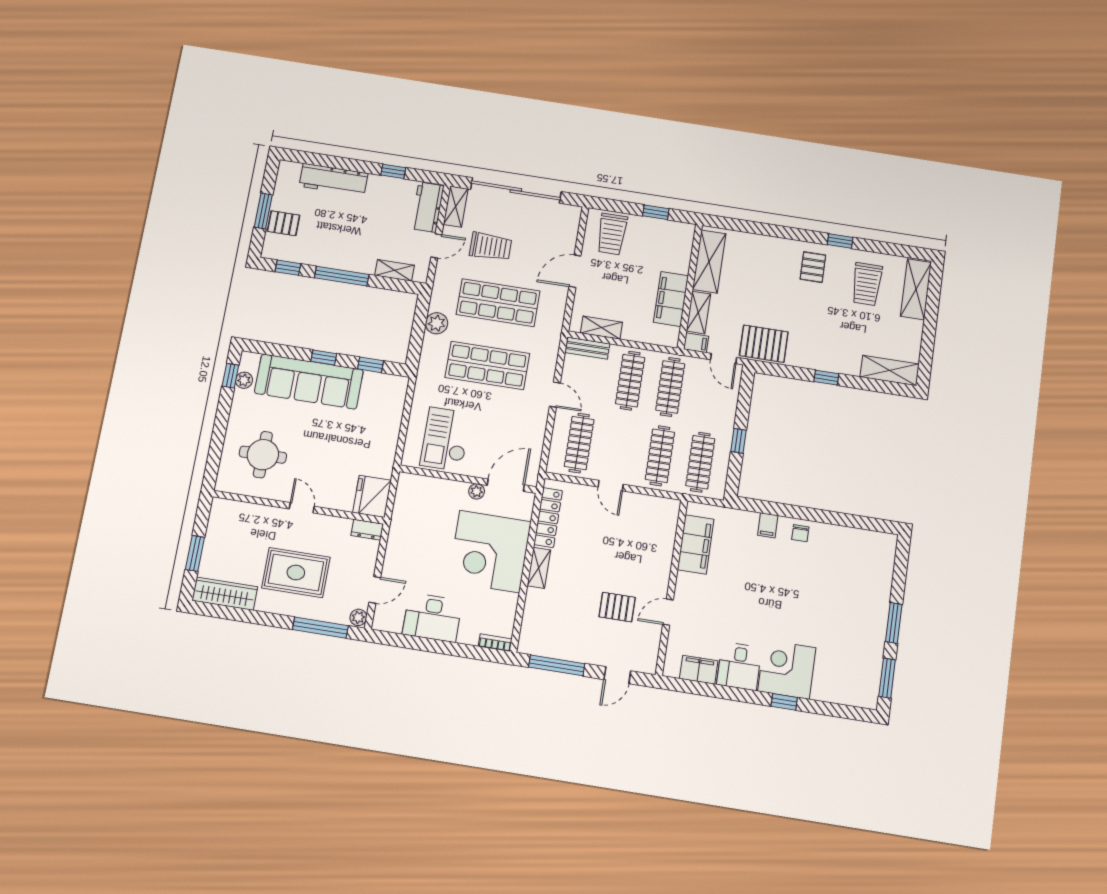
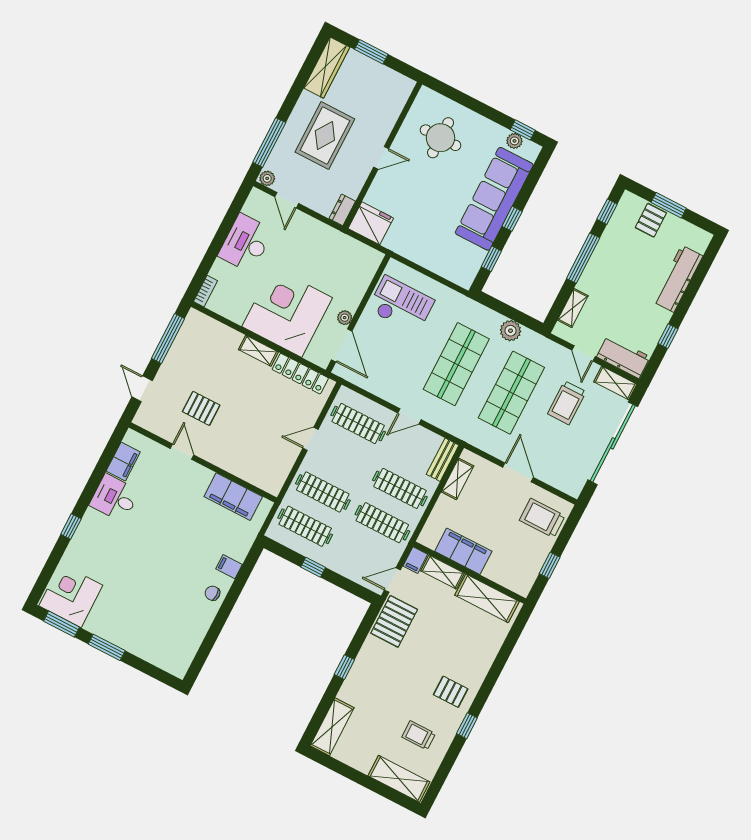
trolley: (867, 284) -> (419, 735), width x0.73, depth x0.72
pallet: (617, 607) -> (201, 408), turned 90
corner desk: (787, 669) -> (71, 596), moved, turned -90

